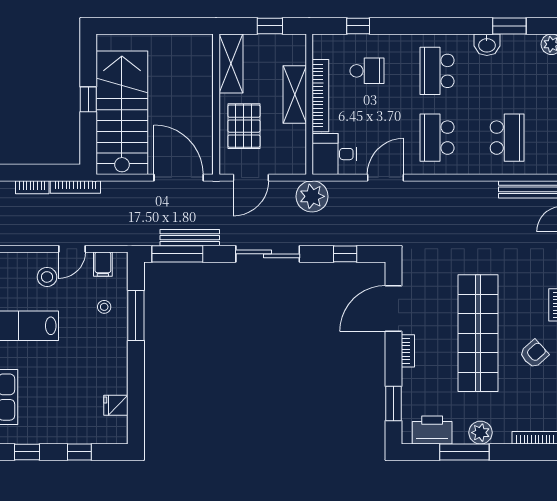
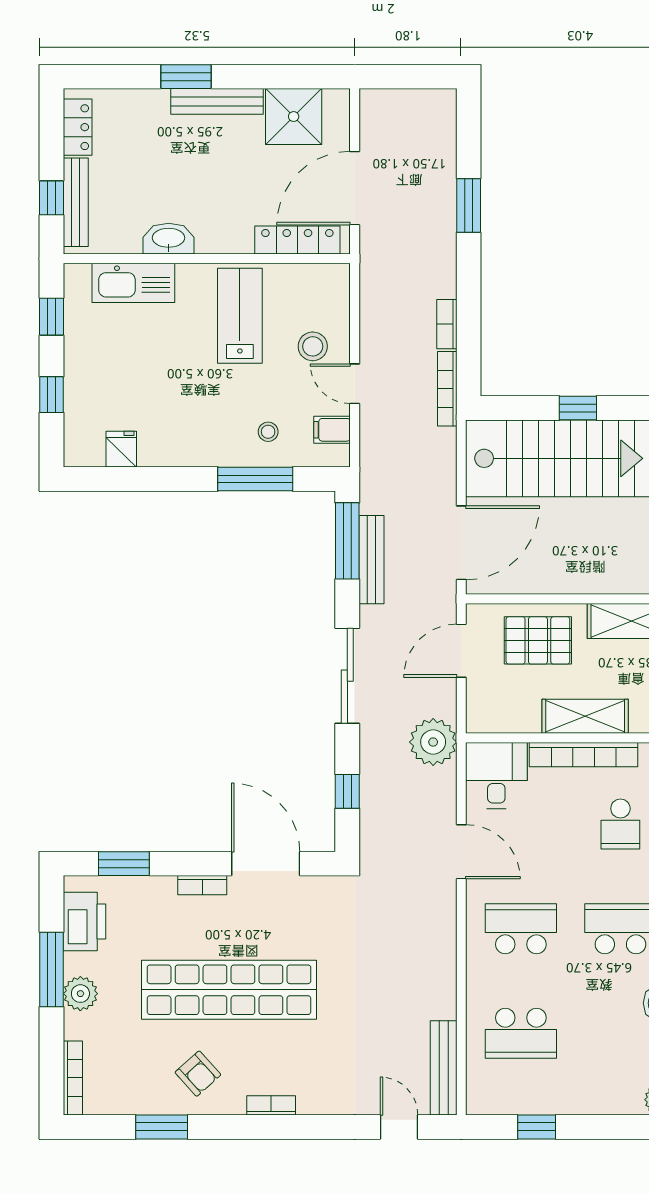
door: (251, 178) -> (461, 651), hinge flipped

